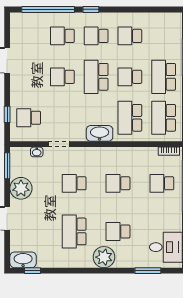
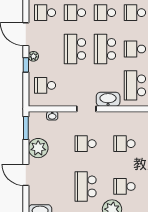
school desk: (29, 36) -> (45, 13), added
school desk: (62, 77) -> (75, 49), width x1.85
plant: (16, 85) -> (33, 56), added
window: (7, 114) -> (26, 65), moved
doorway: (59, 144) -> (86, 109), moved

